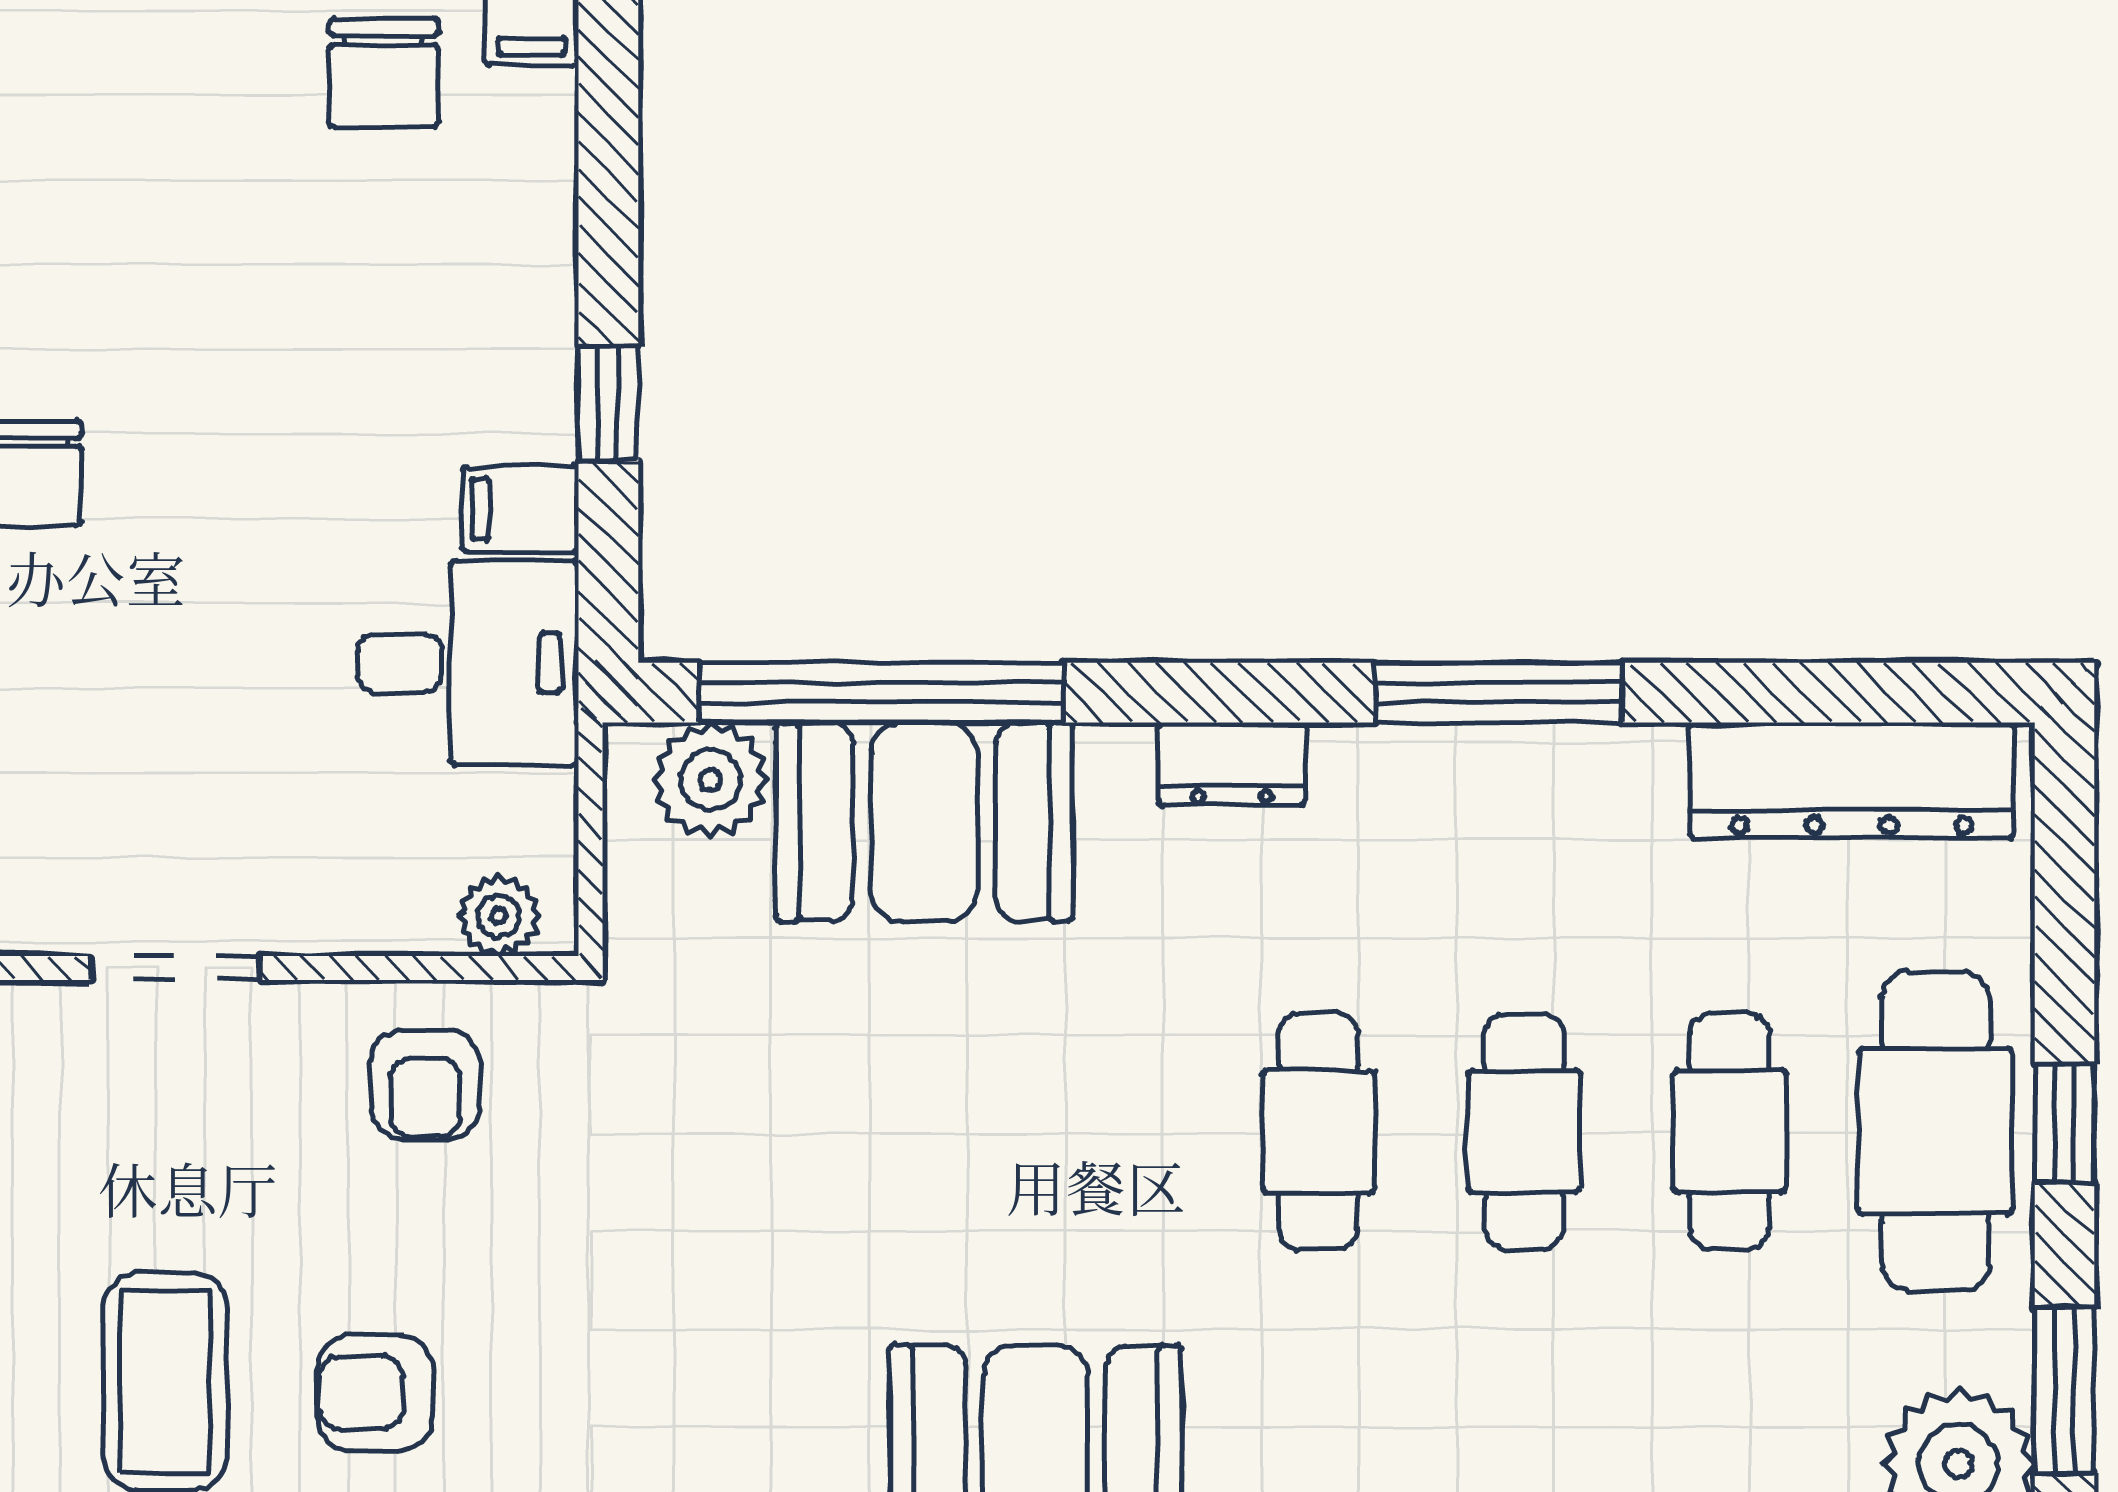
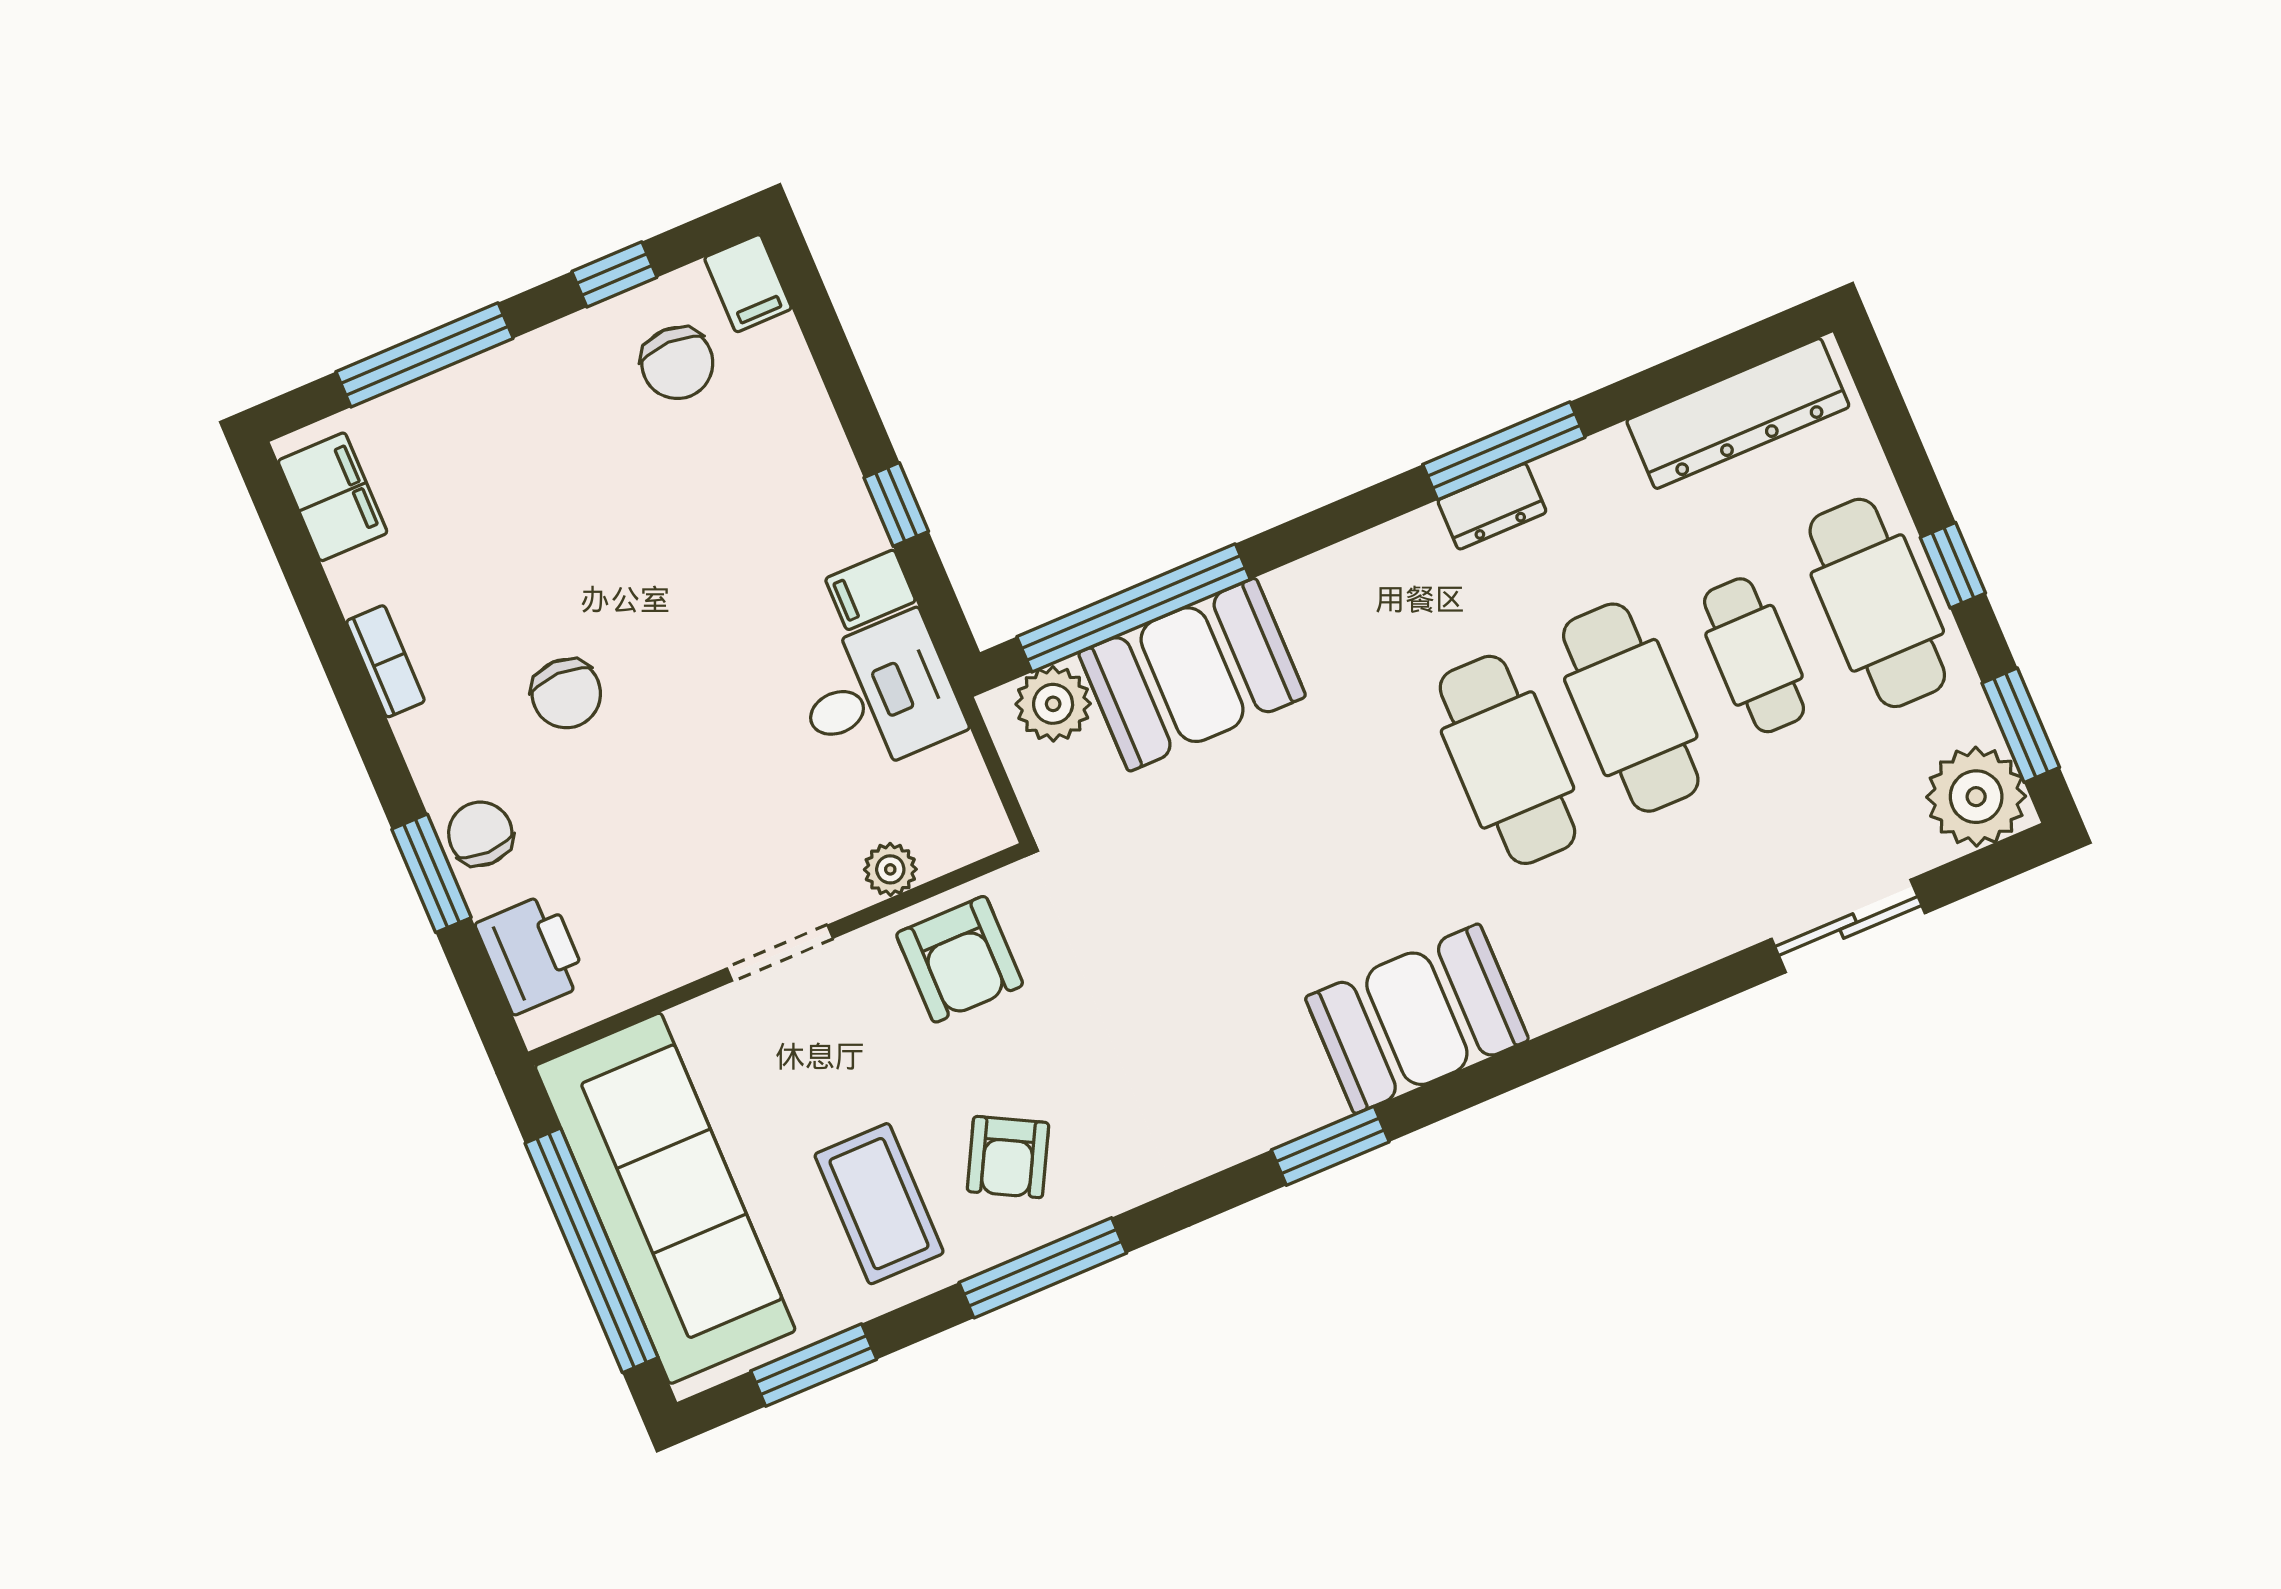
dresser: (1232, 764) -> (1492, 506), moved
plant: (499, 916) -> (890, 869), moved
armchair: (425, 1084) -> (960, 959), width x1.38, depth x1.38
cafe table: (1319, 1131) -> (1507, 760), width x1.37, depth x1.35
cafe table: (1524, 1131) -> (1631, 708), width x1.37, depth x1.35
armchair: (375, 1393) -> (1008, 1157), turned -62

